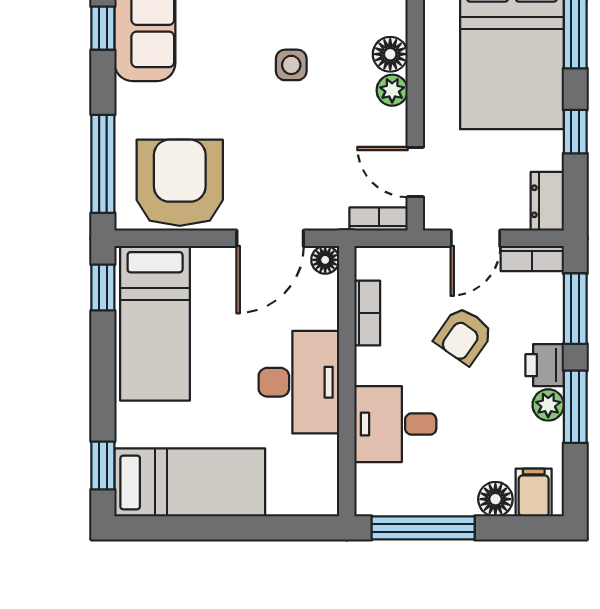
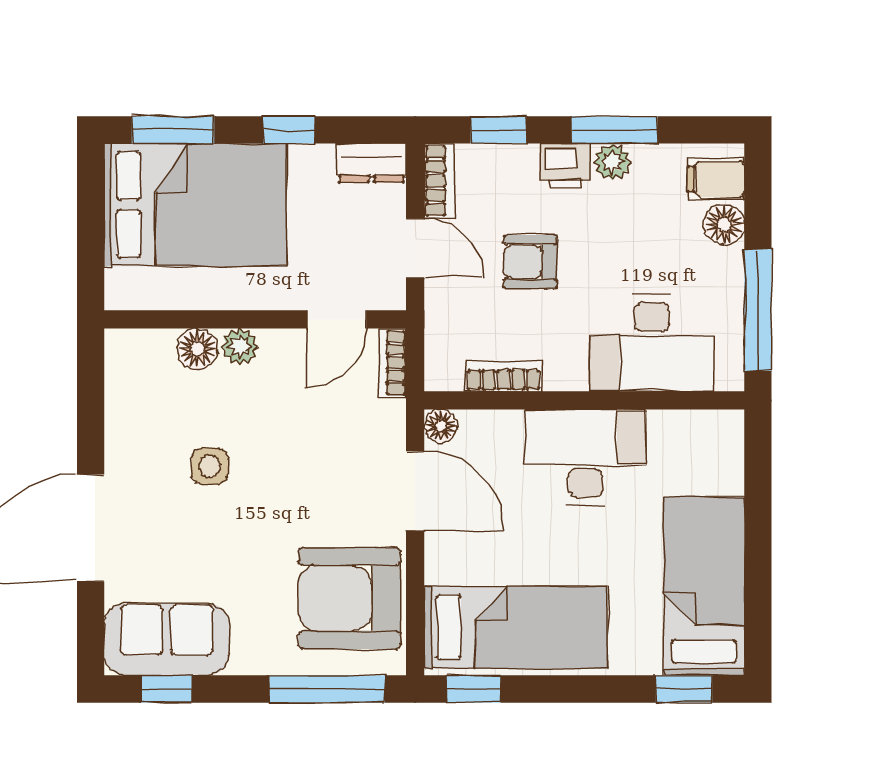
window: (575, 309) -> (498, 130), width x0.67
armchair: (464, 336) -> (530, 262), turned 145
desk: (395, 424) -> (652, 343), width x1.37

